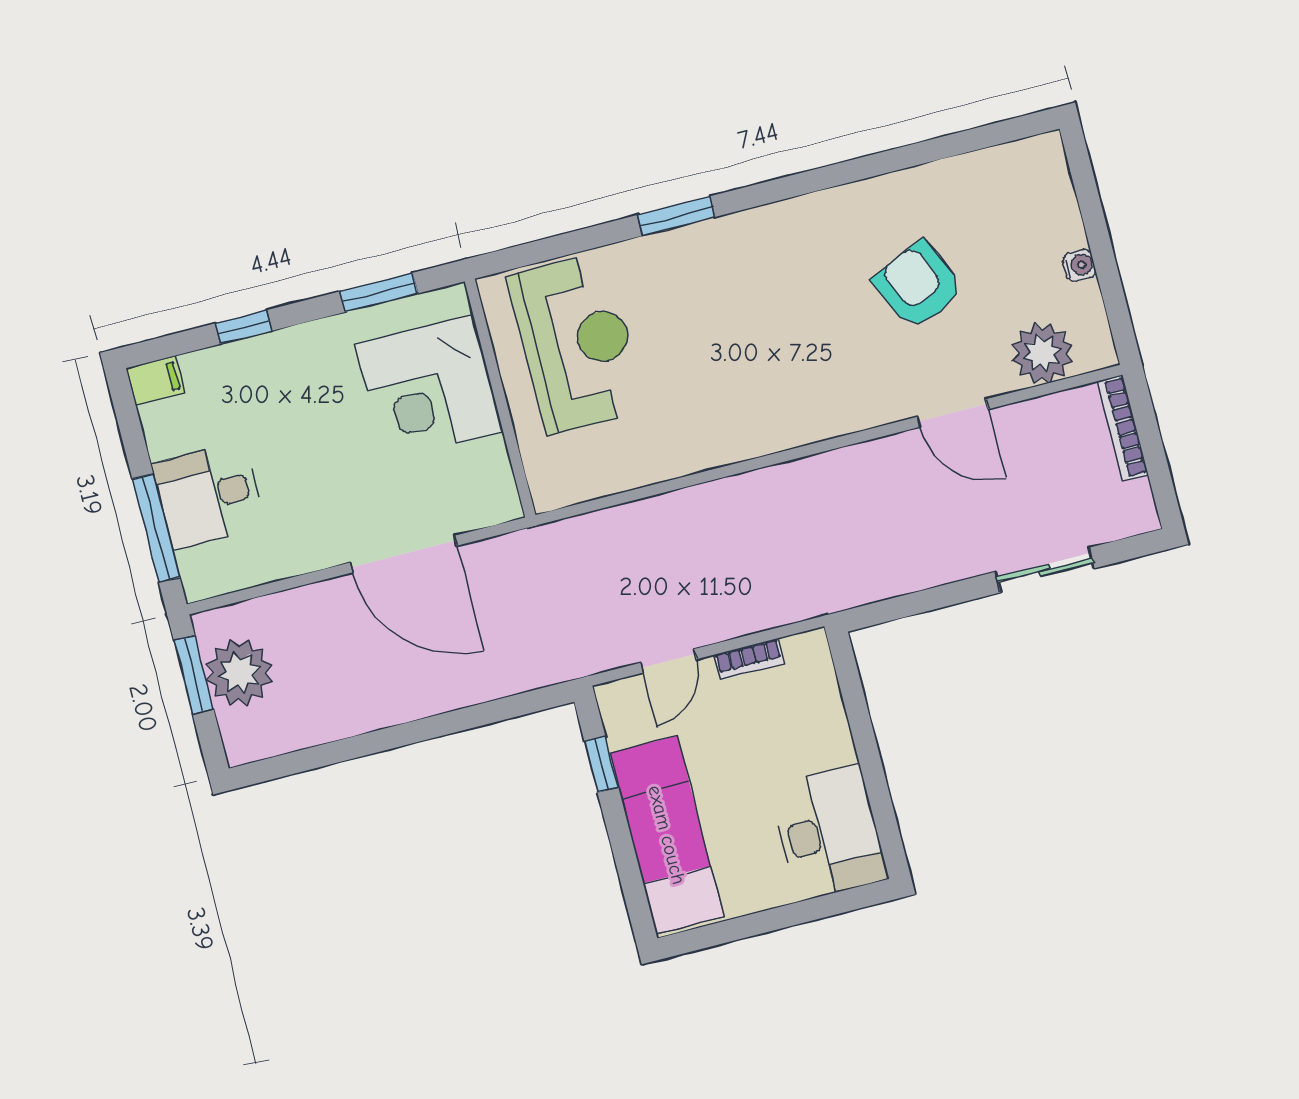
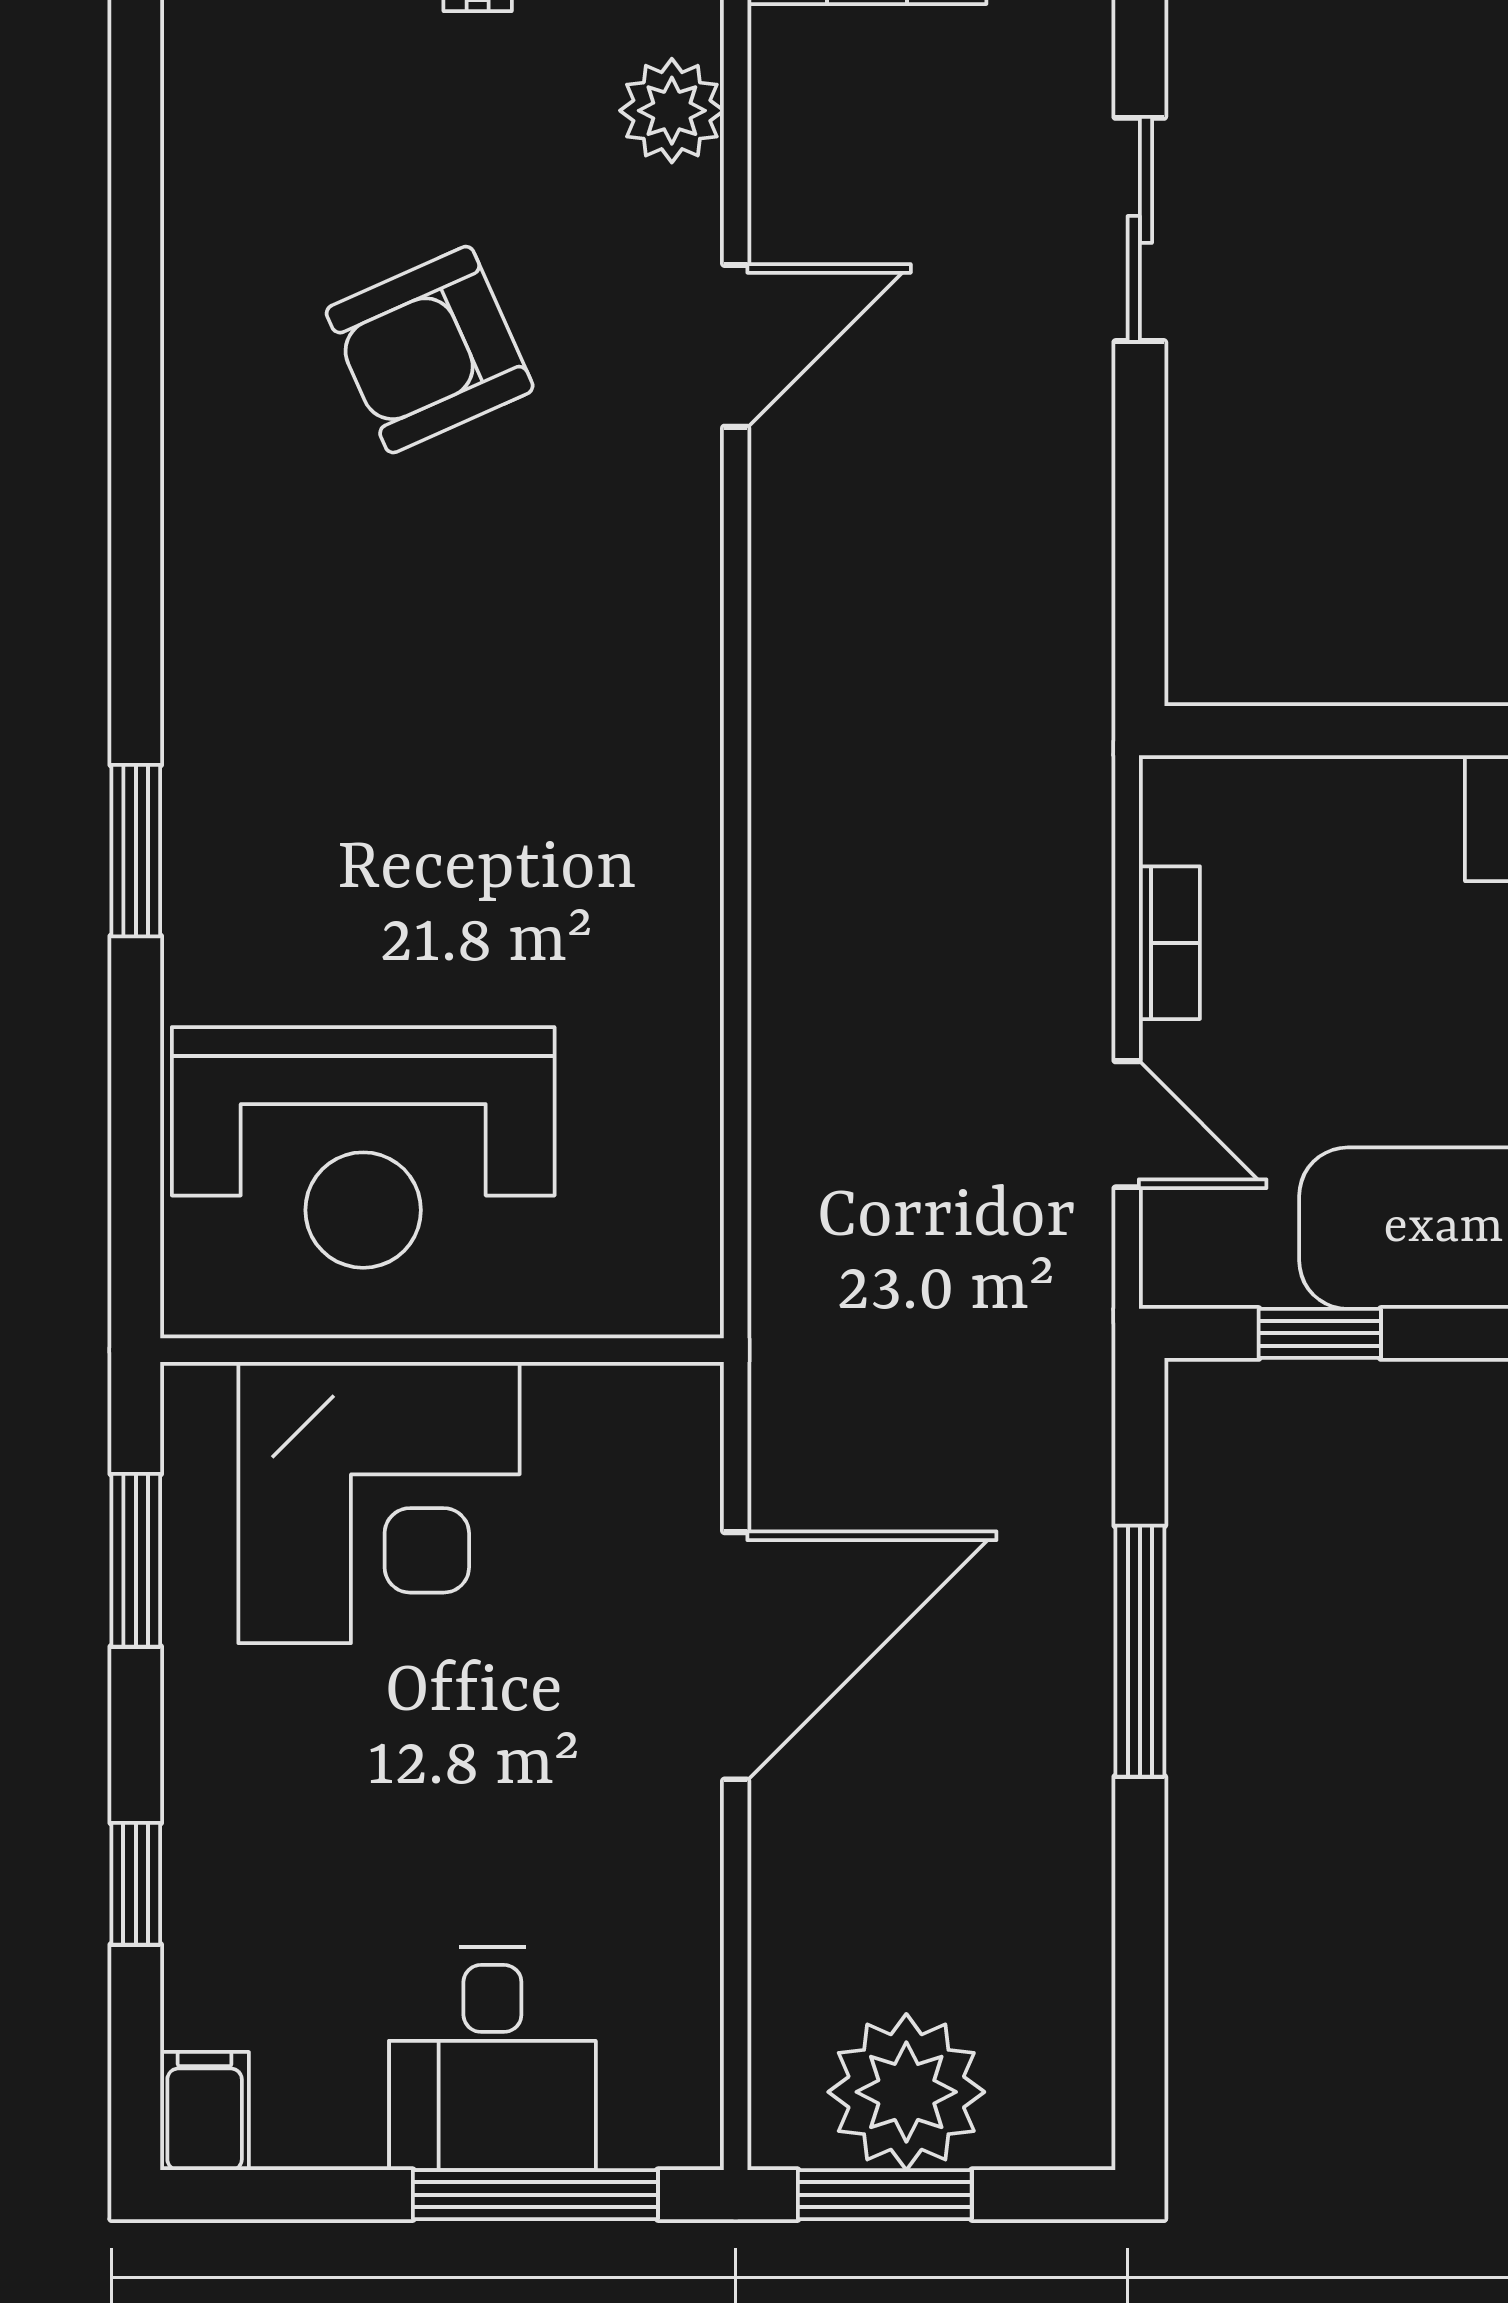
reception desk: (576, 343) -> (363, 1147), turned 180
plant: (1042, 353) -> (672, 111), width x0.73, depth x0.73
window: (449, 723) -> (1140, 1651), added

